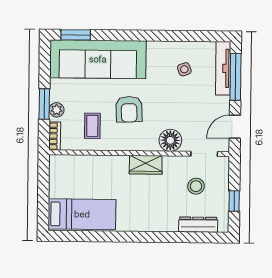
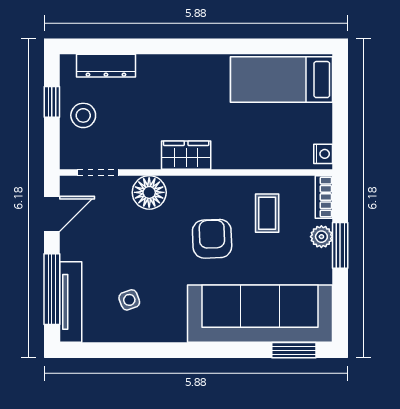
nightstand: (55, 165) -> (323, 154), added
stool: (196, 186) -> (83, 115), moved

